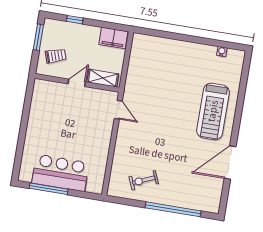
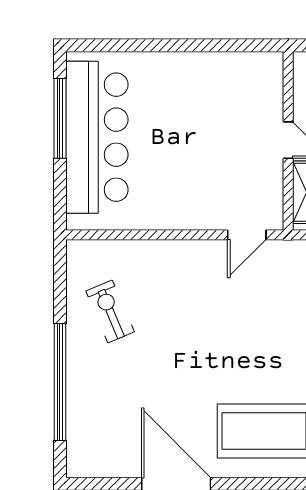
bar counter: (60, 173) -> (97, 137), width x1.36

